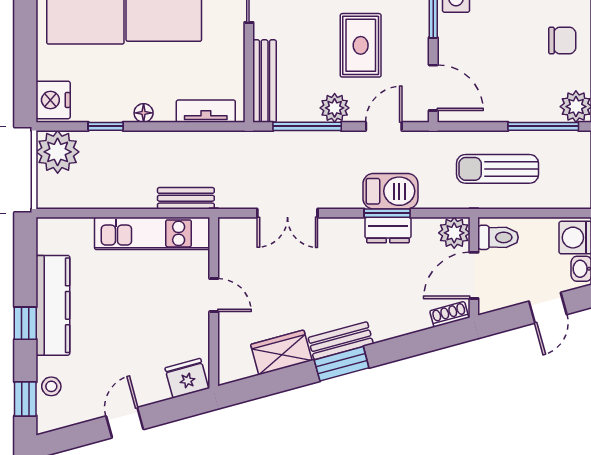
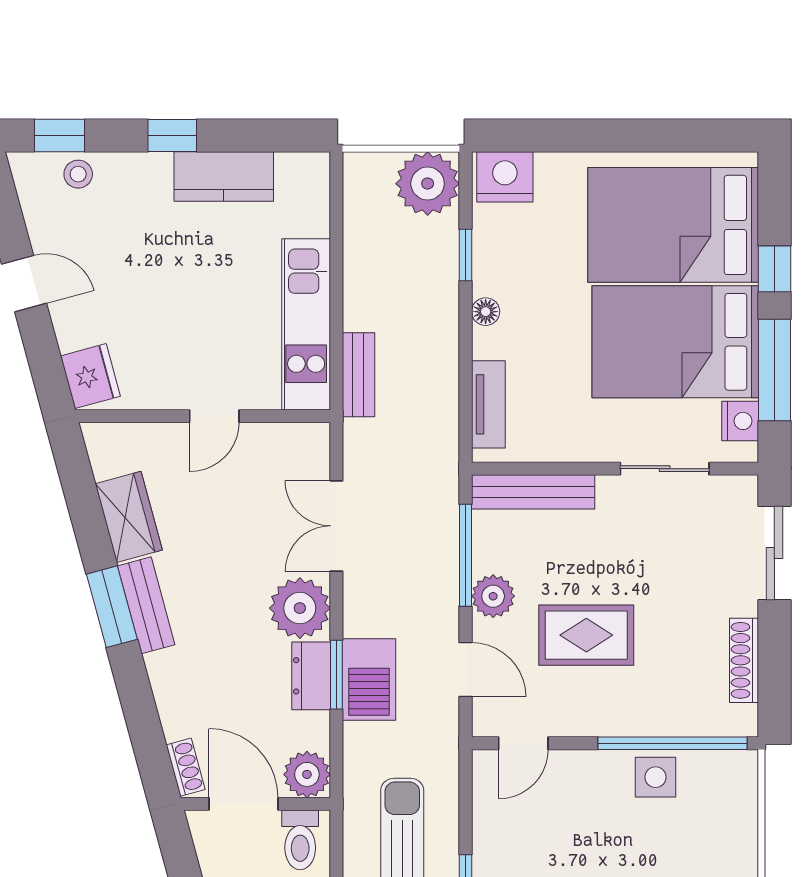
door: (433, 88) -> (523, 743), width x0.73
plant: (343, 238) -> (300, 608), added
kitchen counter: (53, 305) -> (224, 176), width x0.67

